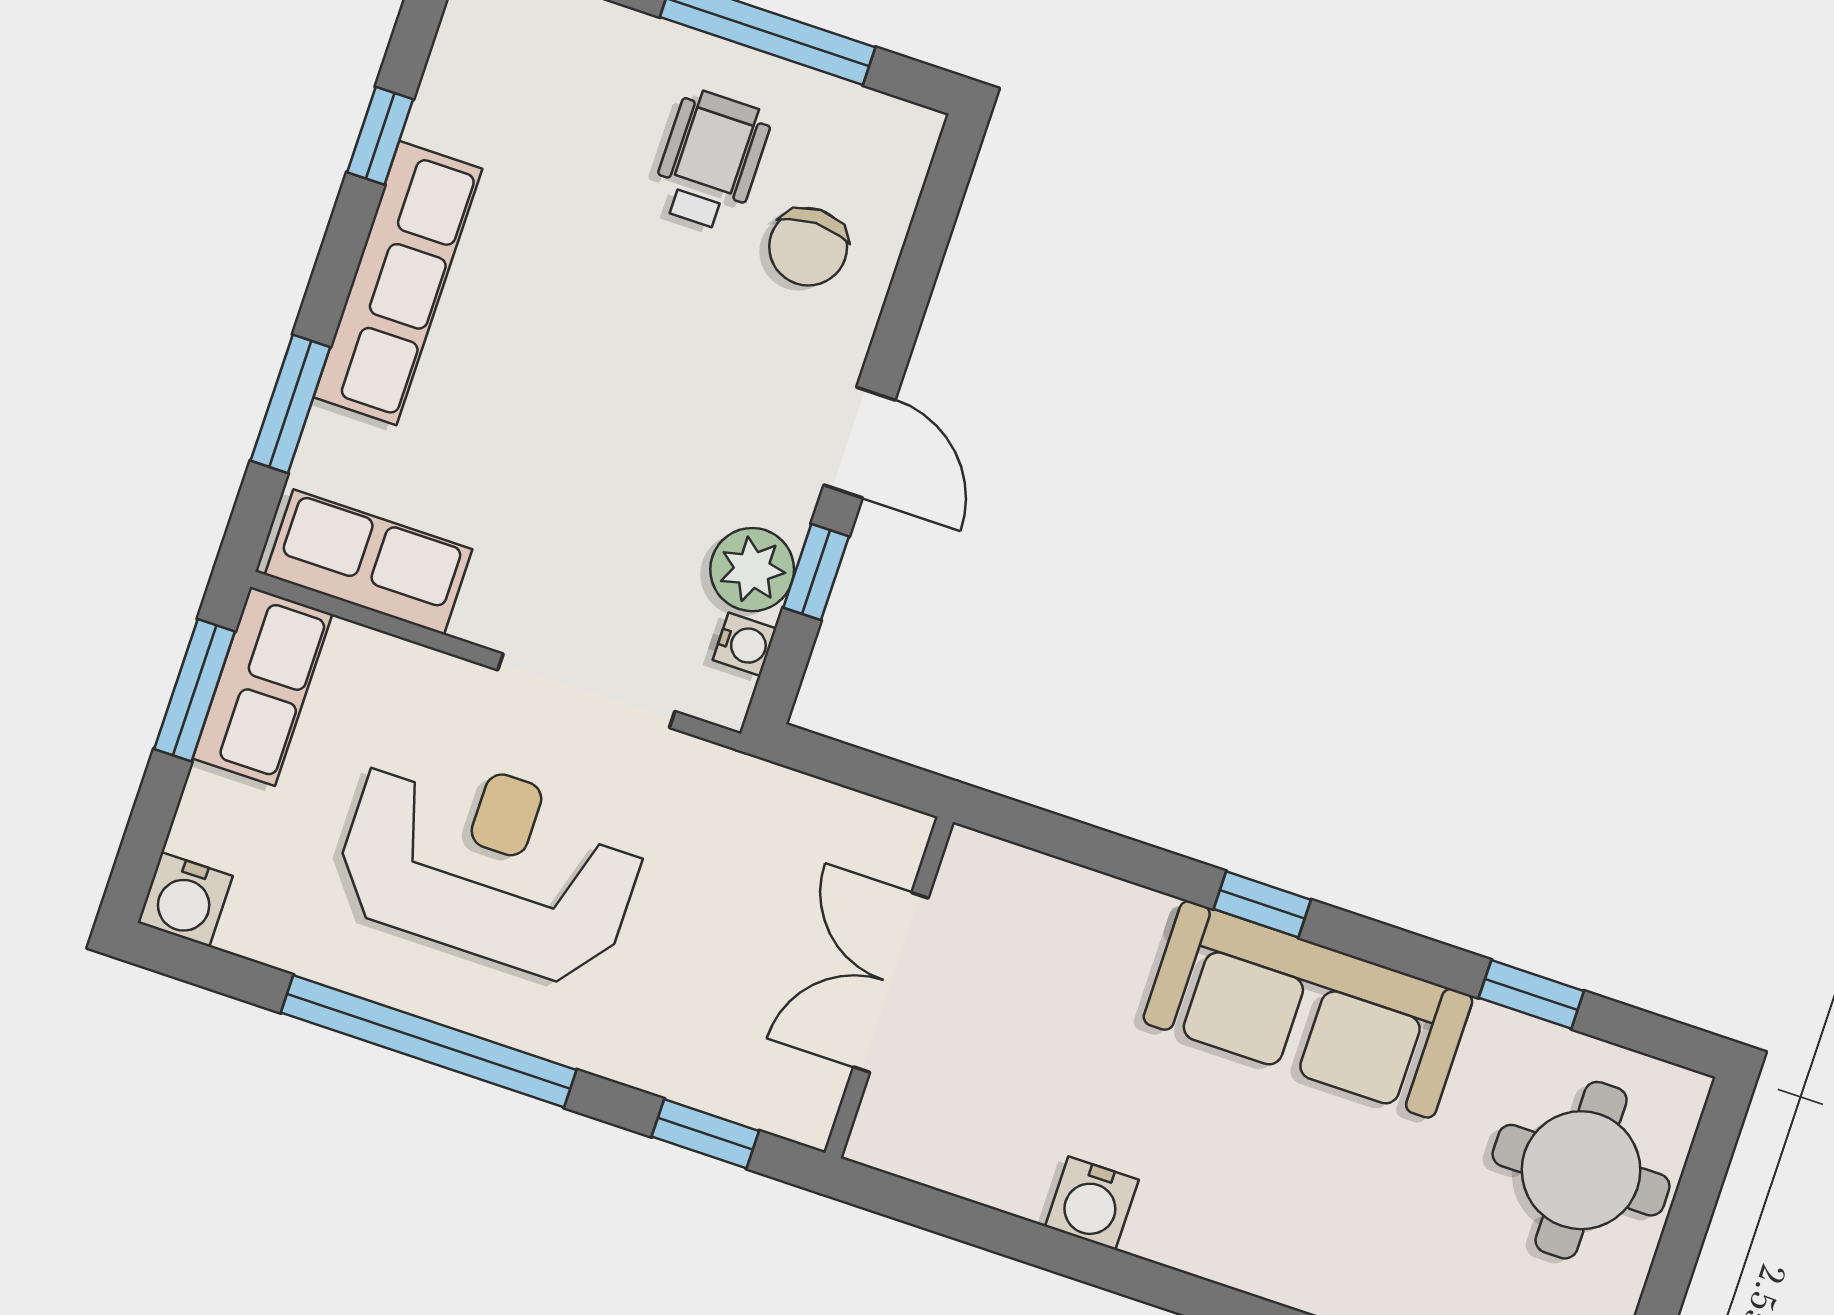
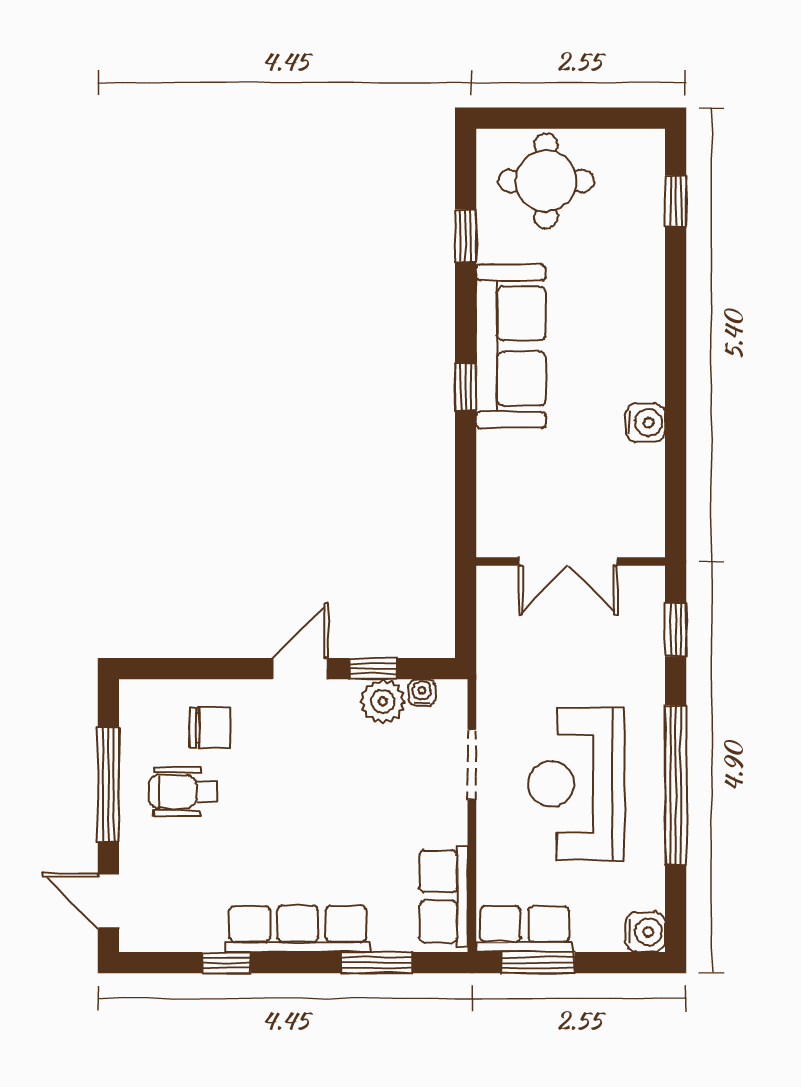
doorway: (586, 691) -> (472, 765), width x0.73

